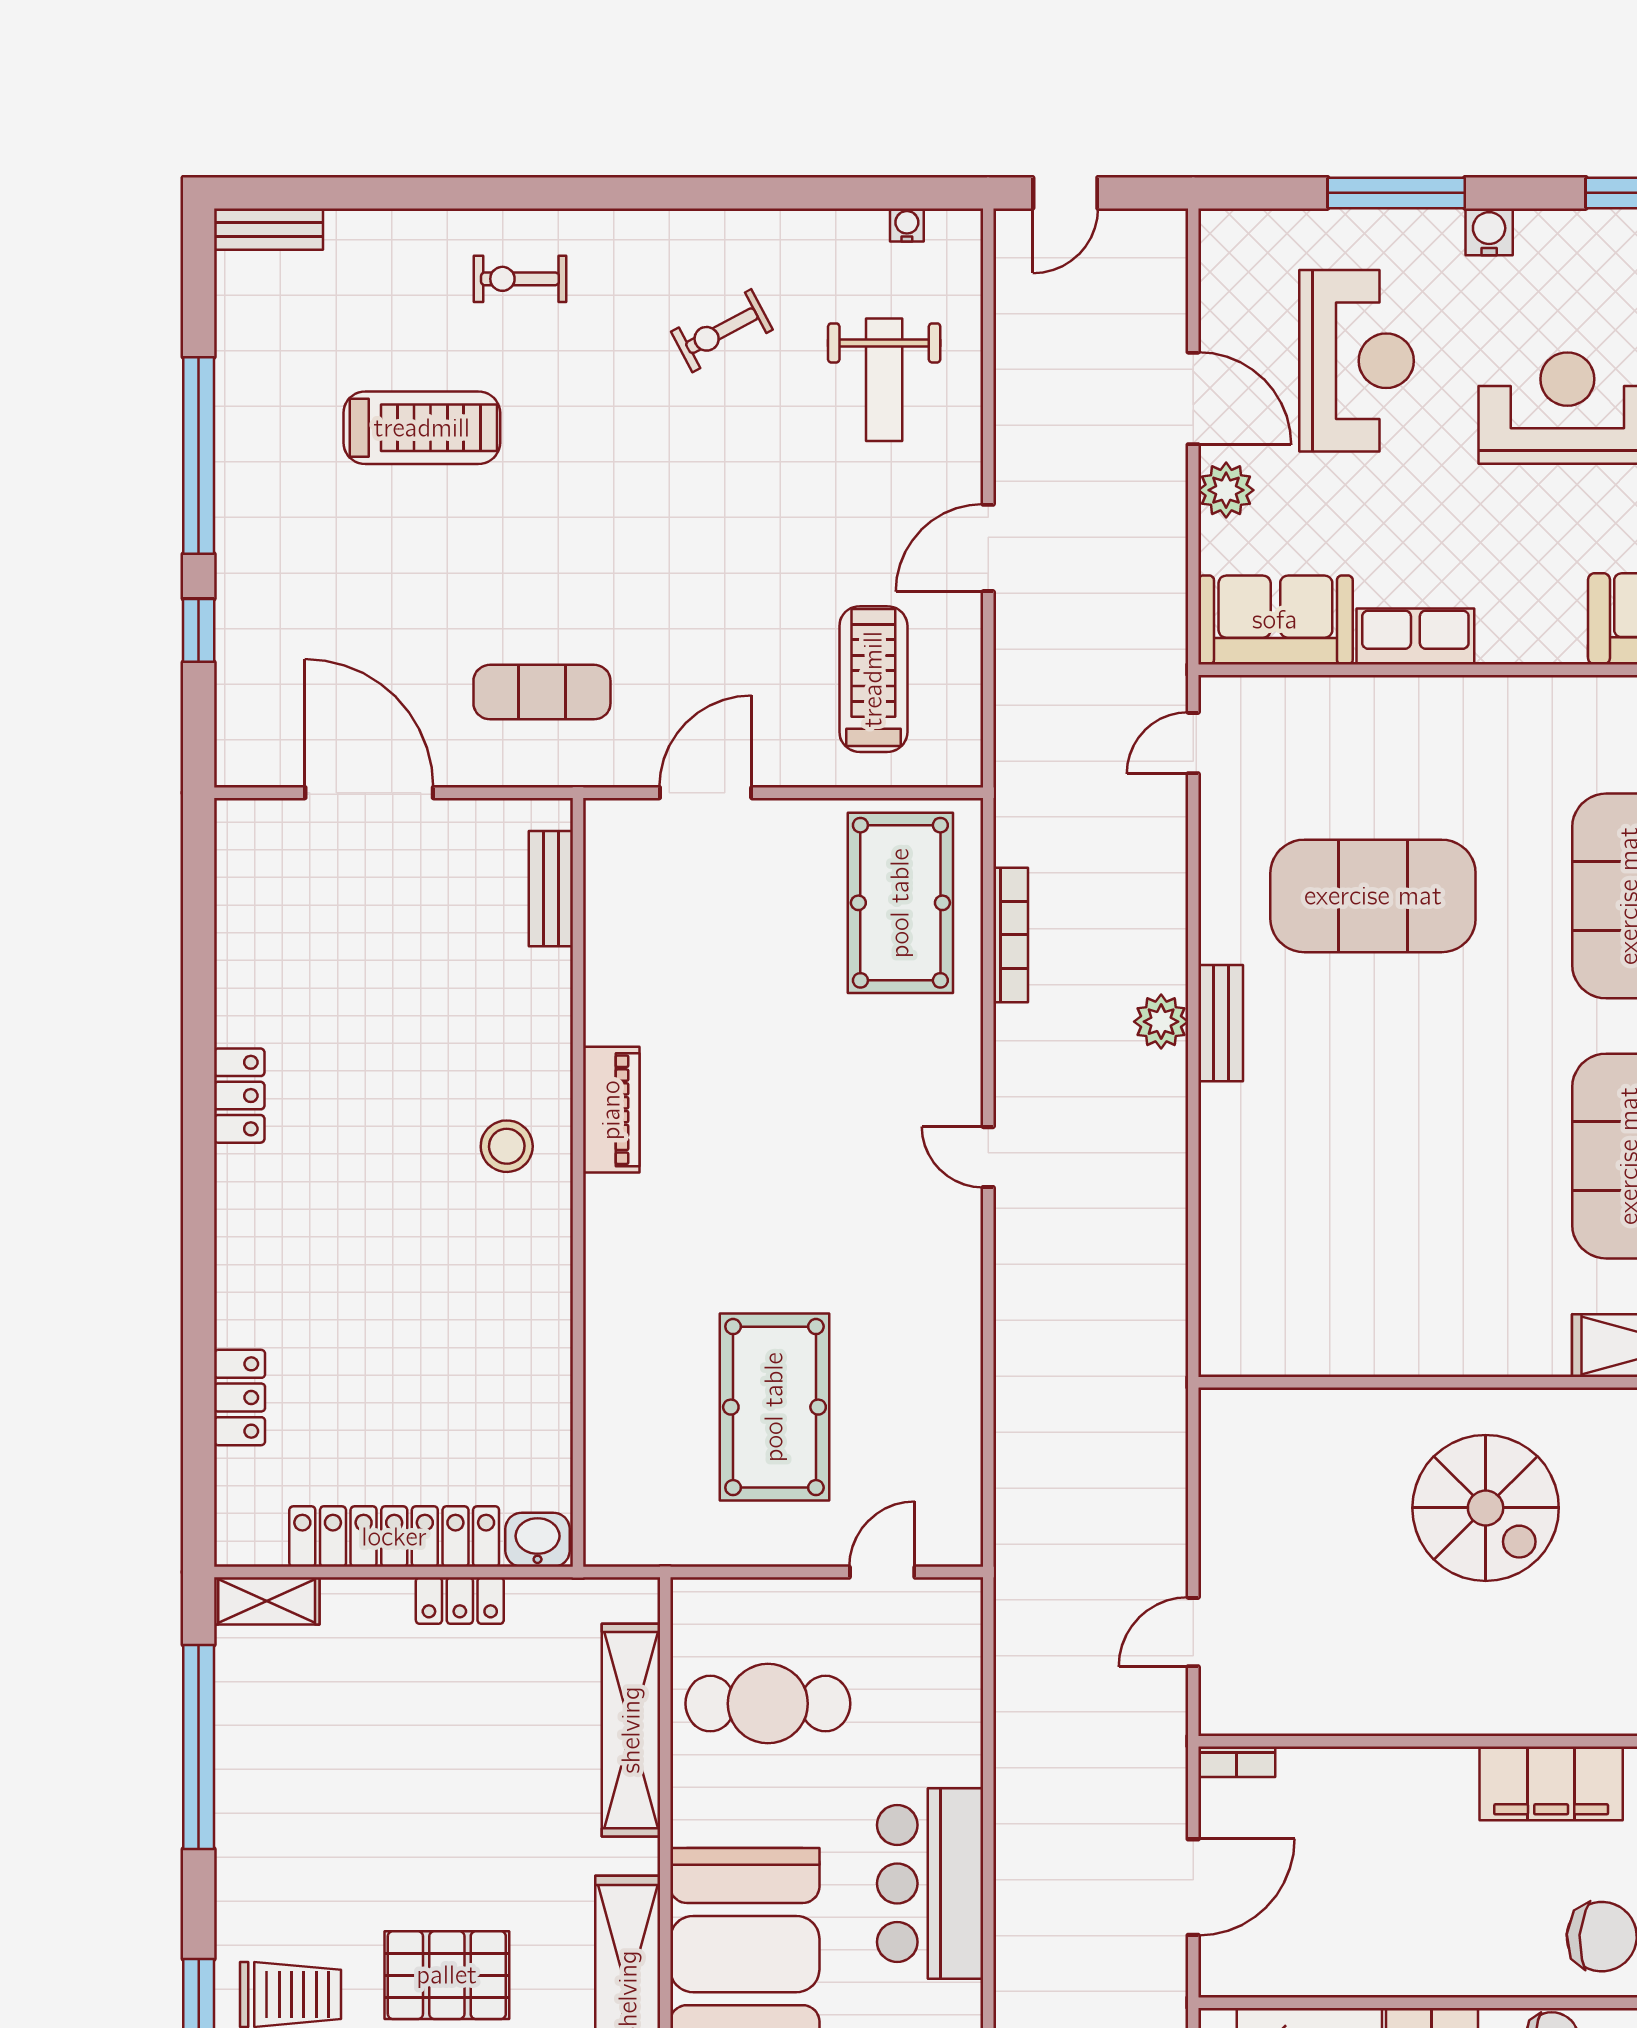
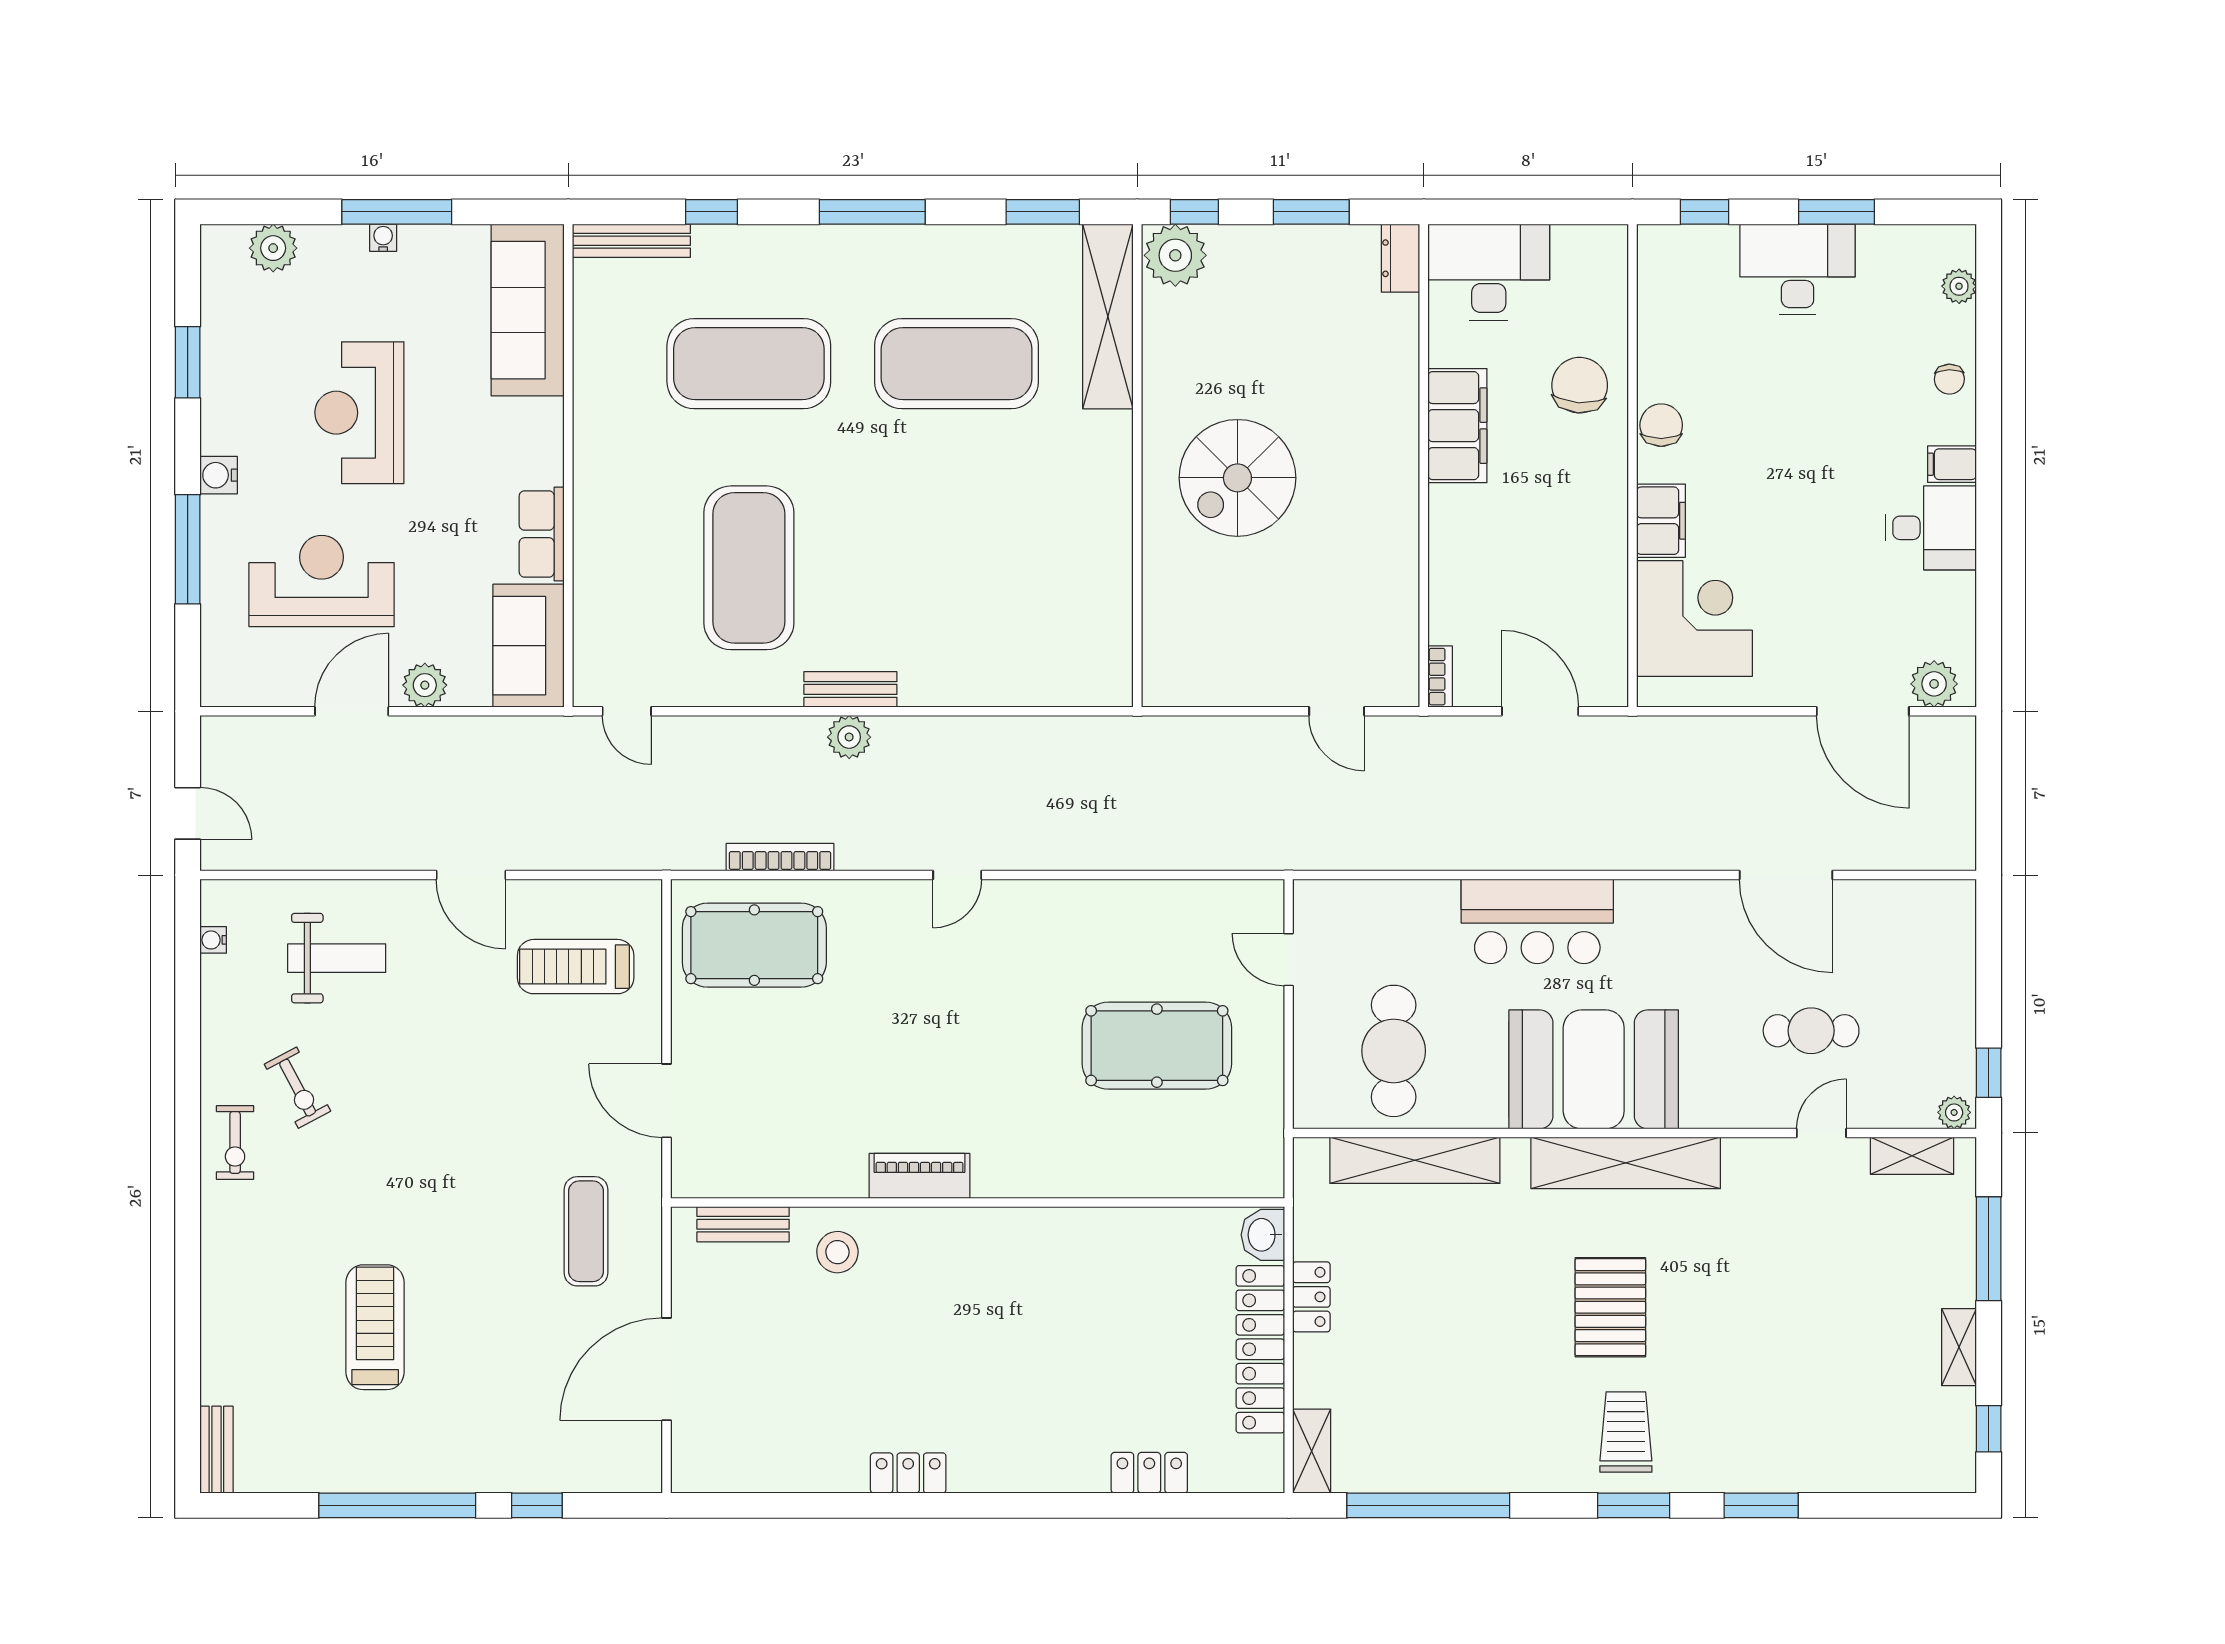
exercise bike: (520, 279) -> (235, 1142), moved
stool: (507, 1146) -> (837, 1252), moved
spiral stairs: (1486, 1508) -> (1237, 478), turned 180

